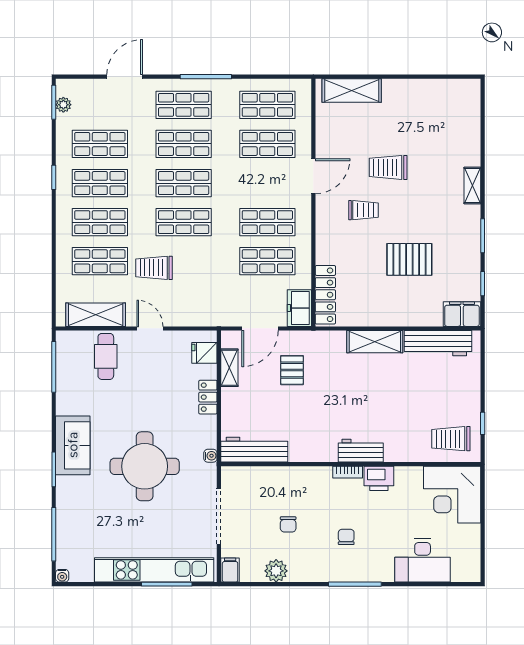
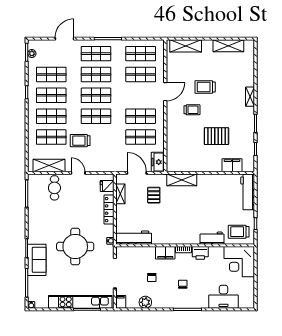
shelving: (432, 90) -> (228, 46), added
locker: (325, 295) -> (172, 155), removed
filing cabinet: (462, 314) -> (232, 165), moved
door: (260, 328) -> (137, 173), swing flipped
shelving: (375, 342) -> (182, 180), moved
workbench: (438, 343) -> (248, 192), moved, turned 90
locker: (208, 397) -> (109, 210), width x1.53
sofa: (73, 445) -> (37, 260), moved
workbench: (361, 451) -> (212, 238), moved
filing cabinet: (313, 478) -> (165, 253), added

